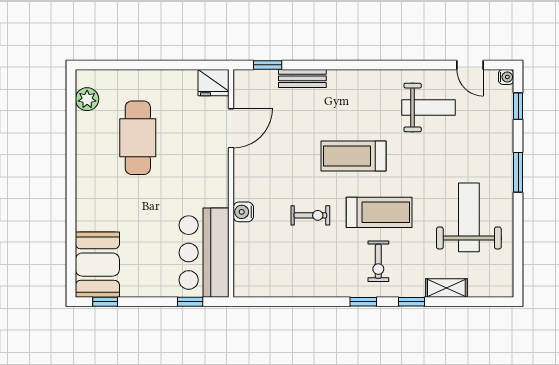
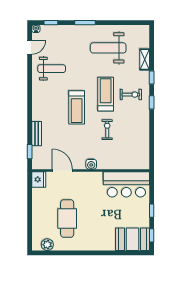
weight bench: (429, 107) -> (52, 69), turned 90
cafe table: (138, 138) -> (67, 218), turned 90
water cooler: (243, 212) -> (91, 164), moved
window: (190, 302) -> (152, 211), moved

